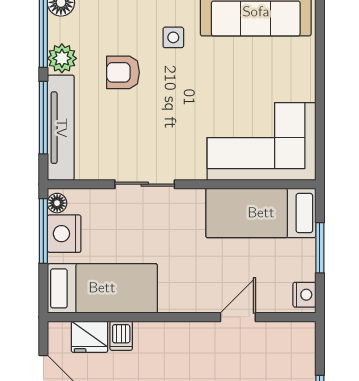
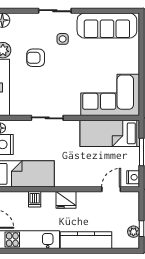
door: (238, 317) -> (111, 189), moved
fridge: (90, 337) -> (66, 200), moved

